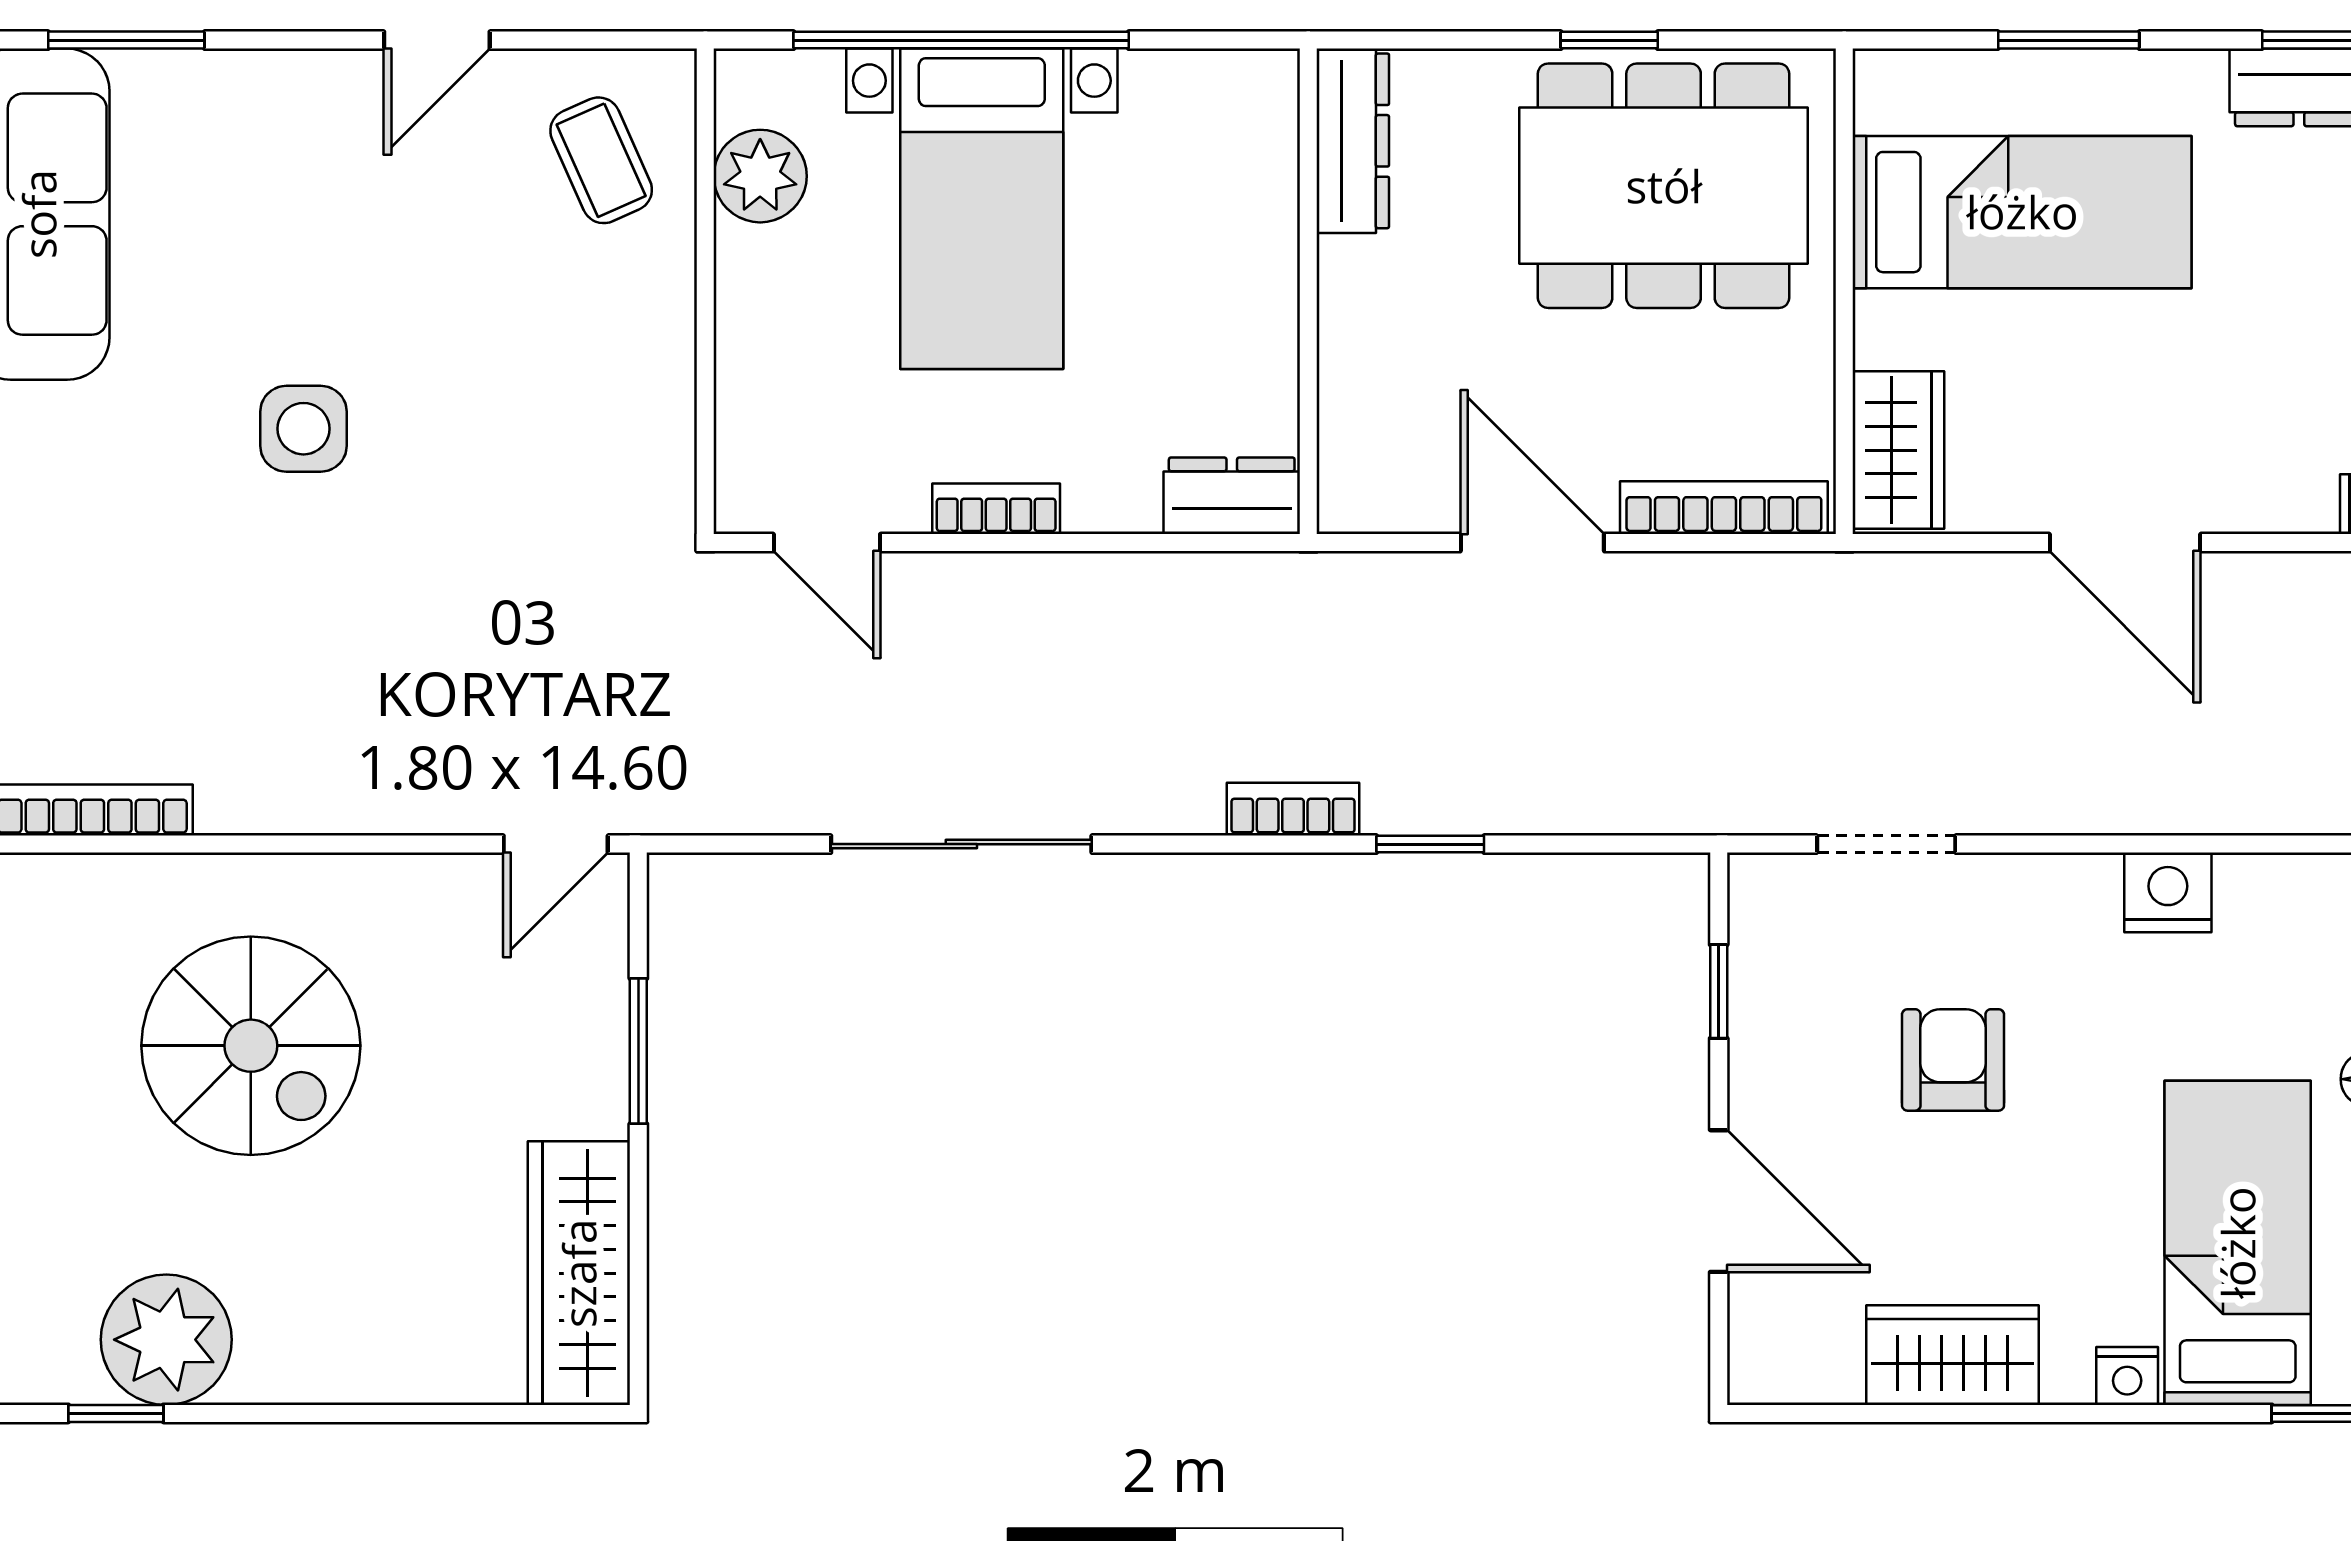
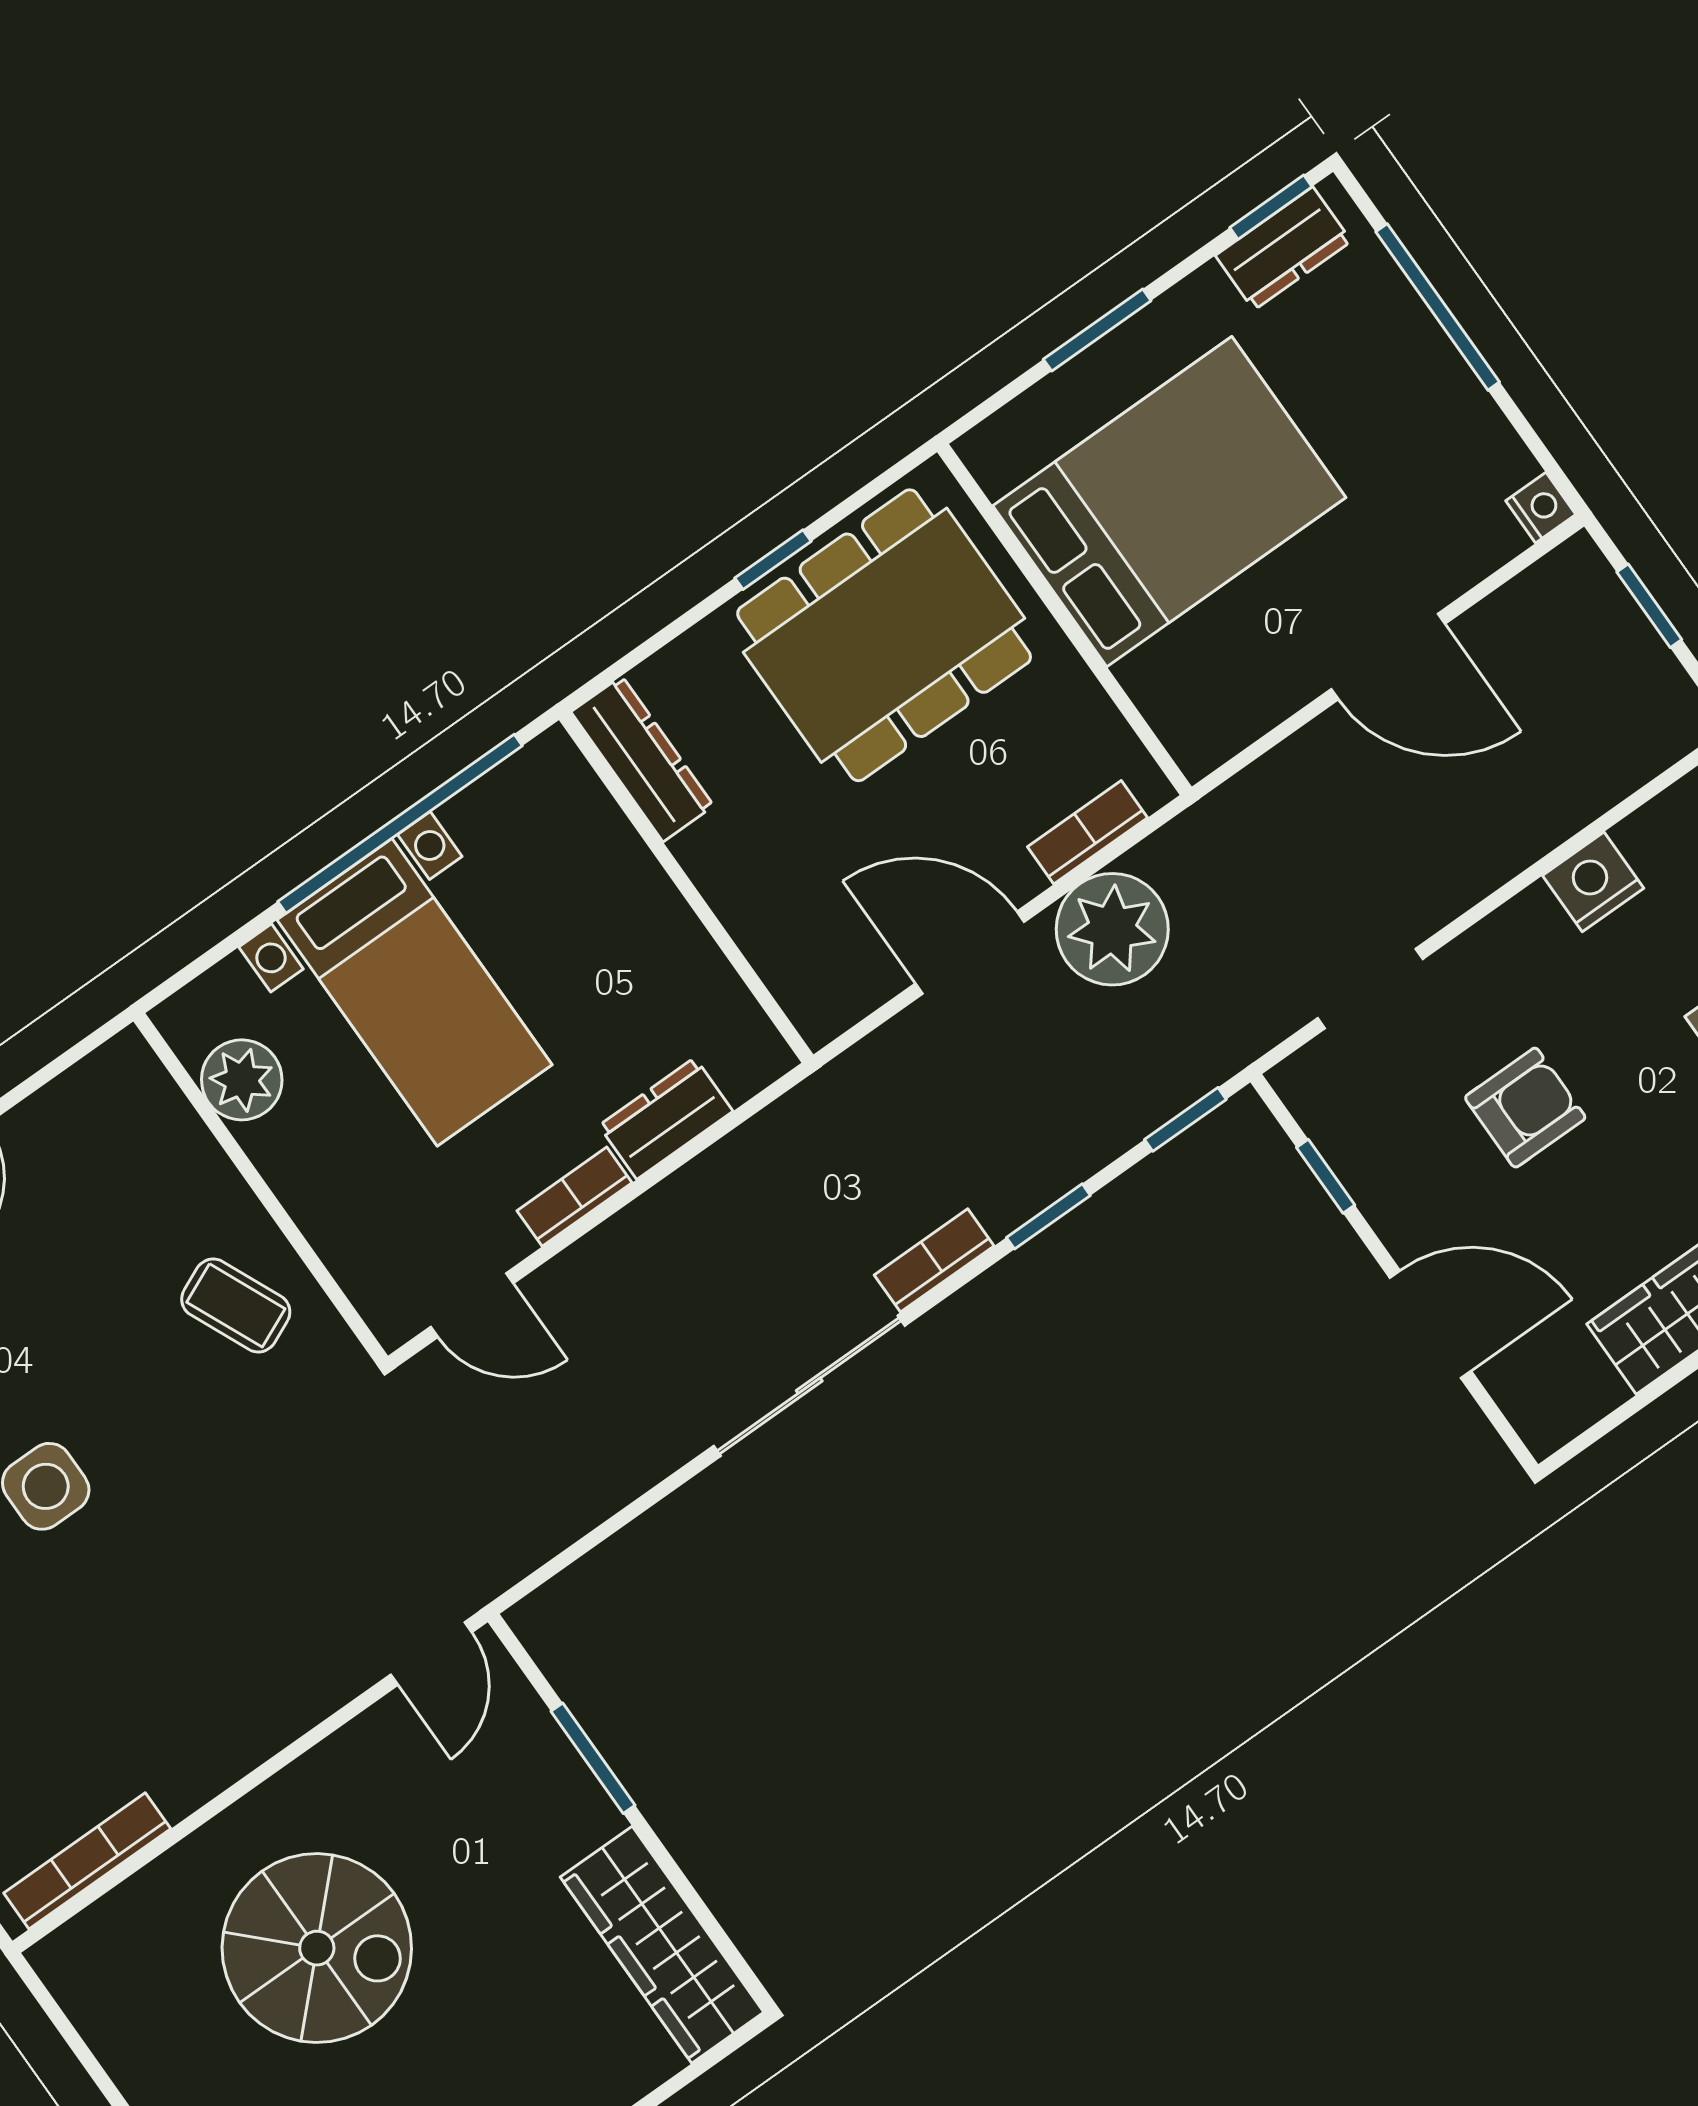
window: (961, 40) -> (400, 824), moved
coffee table: (601, 160) -> (236, 1305), moved
bed: (2022, 212) -> (1169, 502), width x1.50
wardrobe: (1898, 450) -> (1182, 704), removed
dresser: (1232, 496) -> (666, 1118), moved
bookcase: (1724, 508) -> (1088, 832), width x0.64
plant: (1682, 616) -> (1112, 929), added
sliding door: (961, 844) -> (809, 1386), moved
window: (1624, 844) -> (1185, 1119), added
armchair: (1953, 1060) -> (1525, 1108), turned 90

